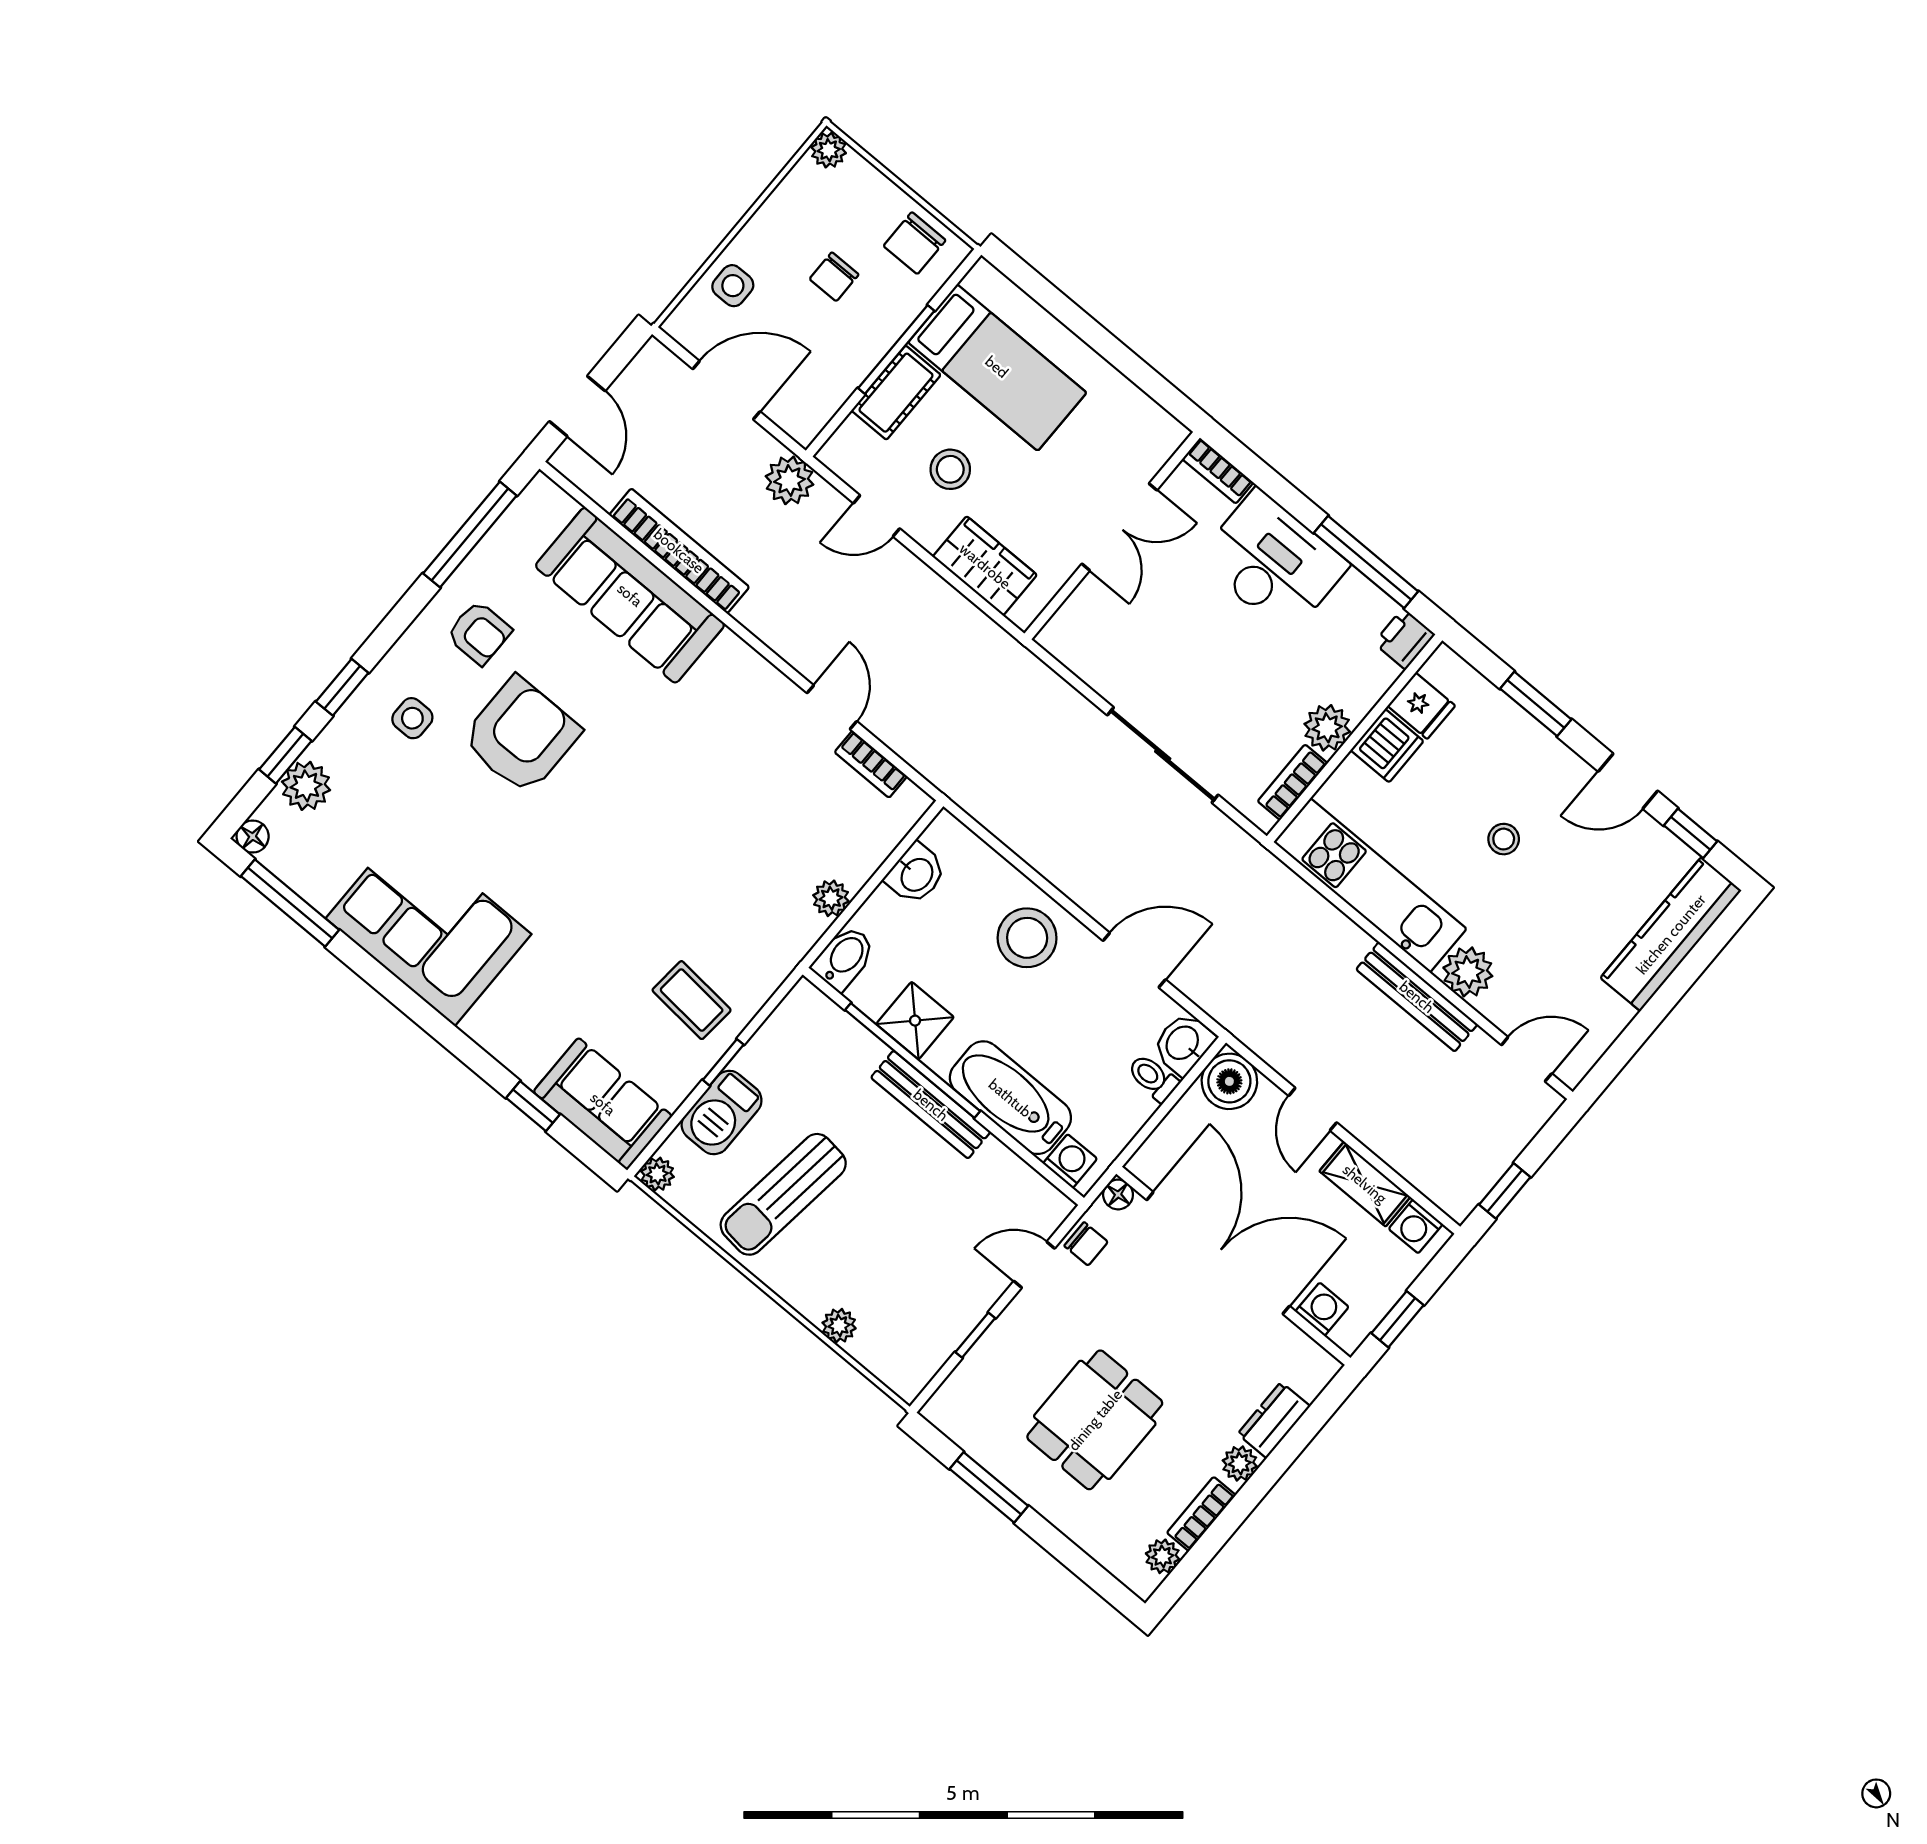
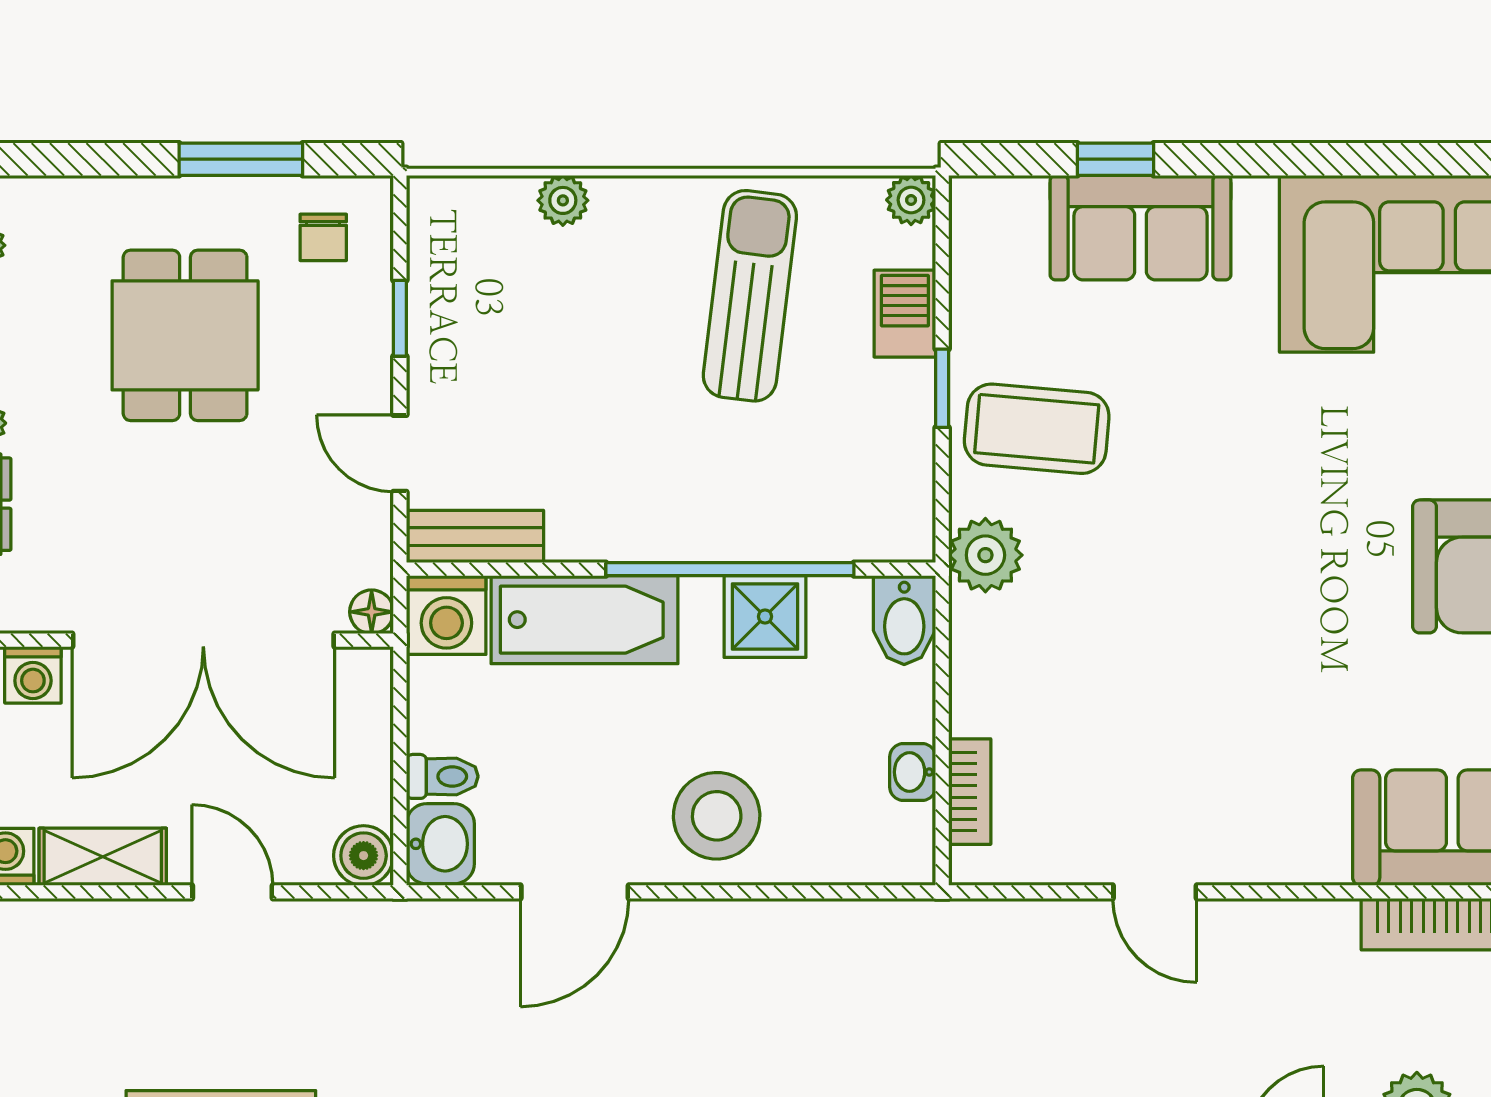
bookcase: (871, 764) -> (970, 792), moved, turned 90
washbasin: (916, 874) -> (913, 772), width x0.72, depth x0.69
plant: (831, 898) -> (985, 555), moved, width x1.38, depth x1.38
coffee table: (692, 1000) -> (1037, 429), width x1.36, depth x1.30
boiler: (1229, 1081) -> (364, 856), width x0.73, depth x0.73
sofa: (603, 1104) -> (1141, 228), moved
bench: (931, 1105) -> (475, 536), moved, width x0.73
barbecue: (722, 1113) -> (905, 314), width x0.73, depth x0.79
washing machine: (1070, 1161) -> (446, 615), width x1.38, depth x1.38
chair: (1086, 1244) -> (323, 237), moved, turned -90
door: (1034, 1265) -> (400, 453), swing flipped

